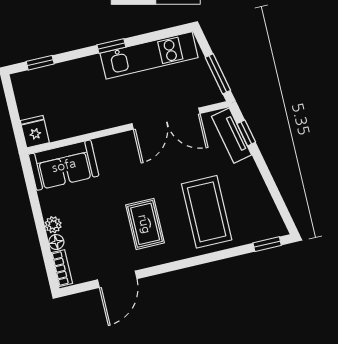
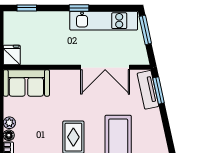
window: (218, 74) -> (145, 30), moved
window: (246, 133) -> (159, 90), width x1.50

